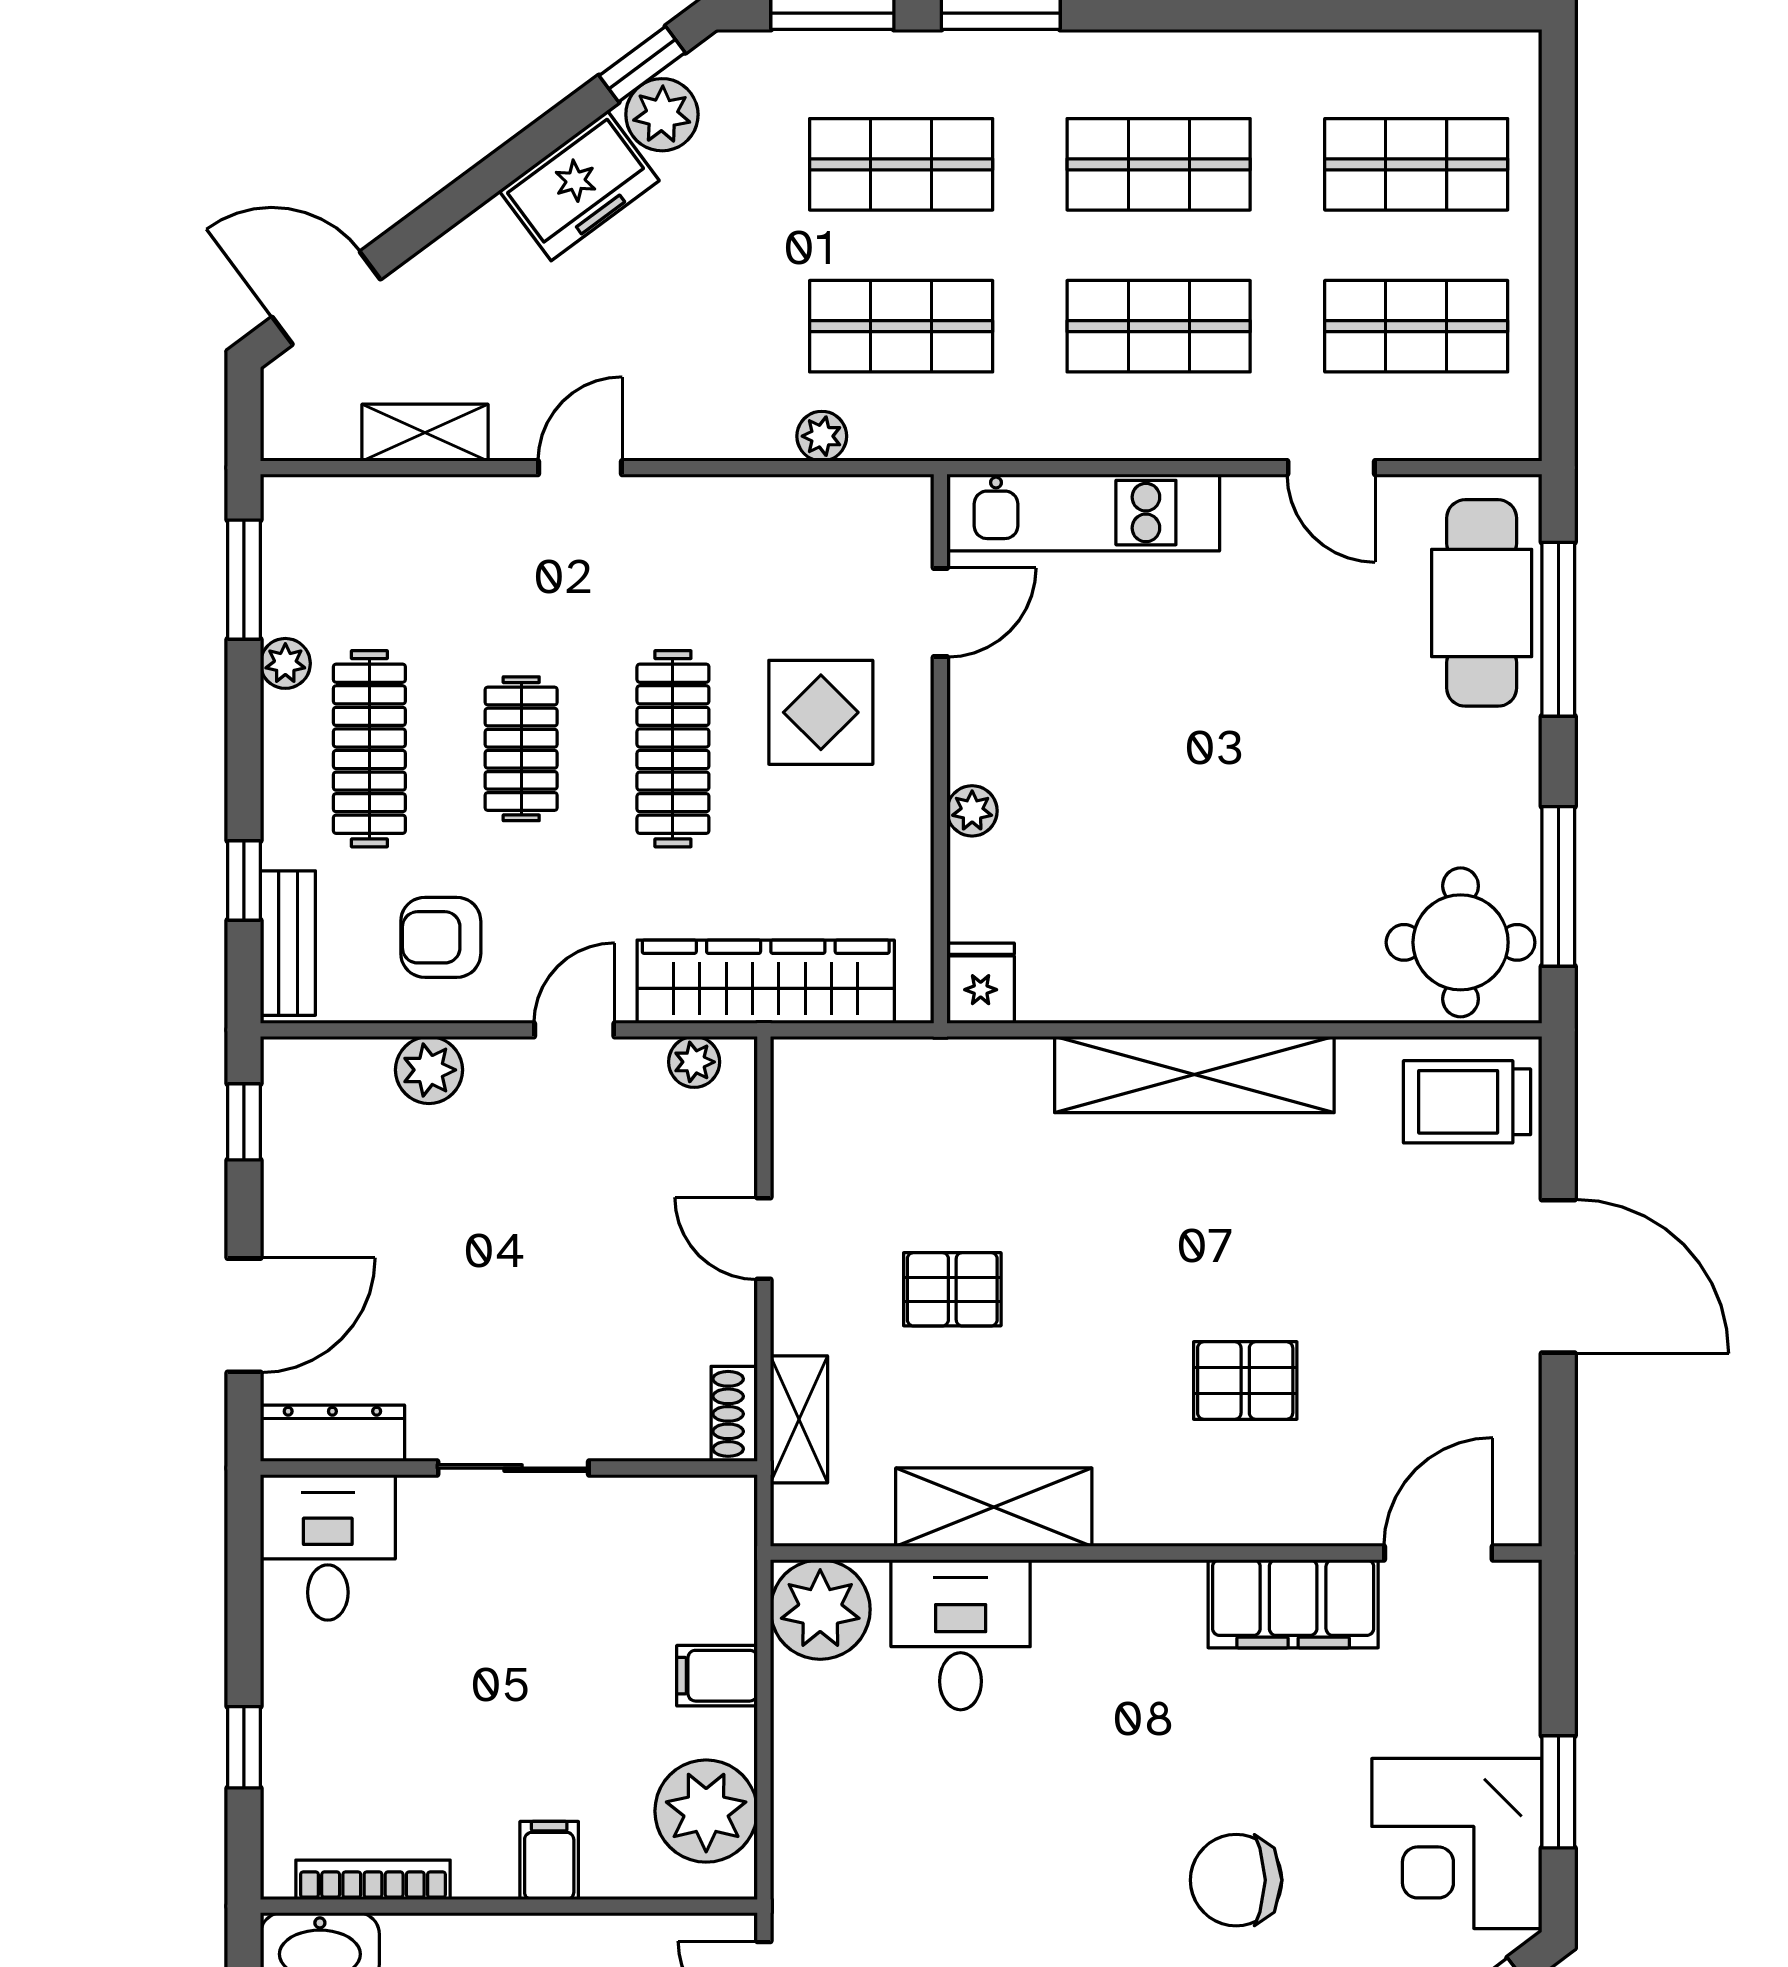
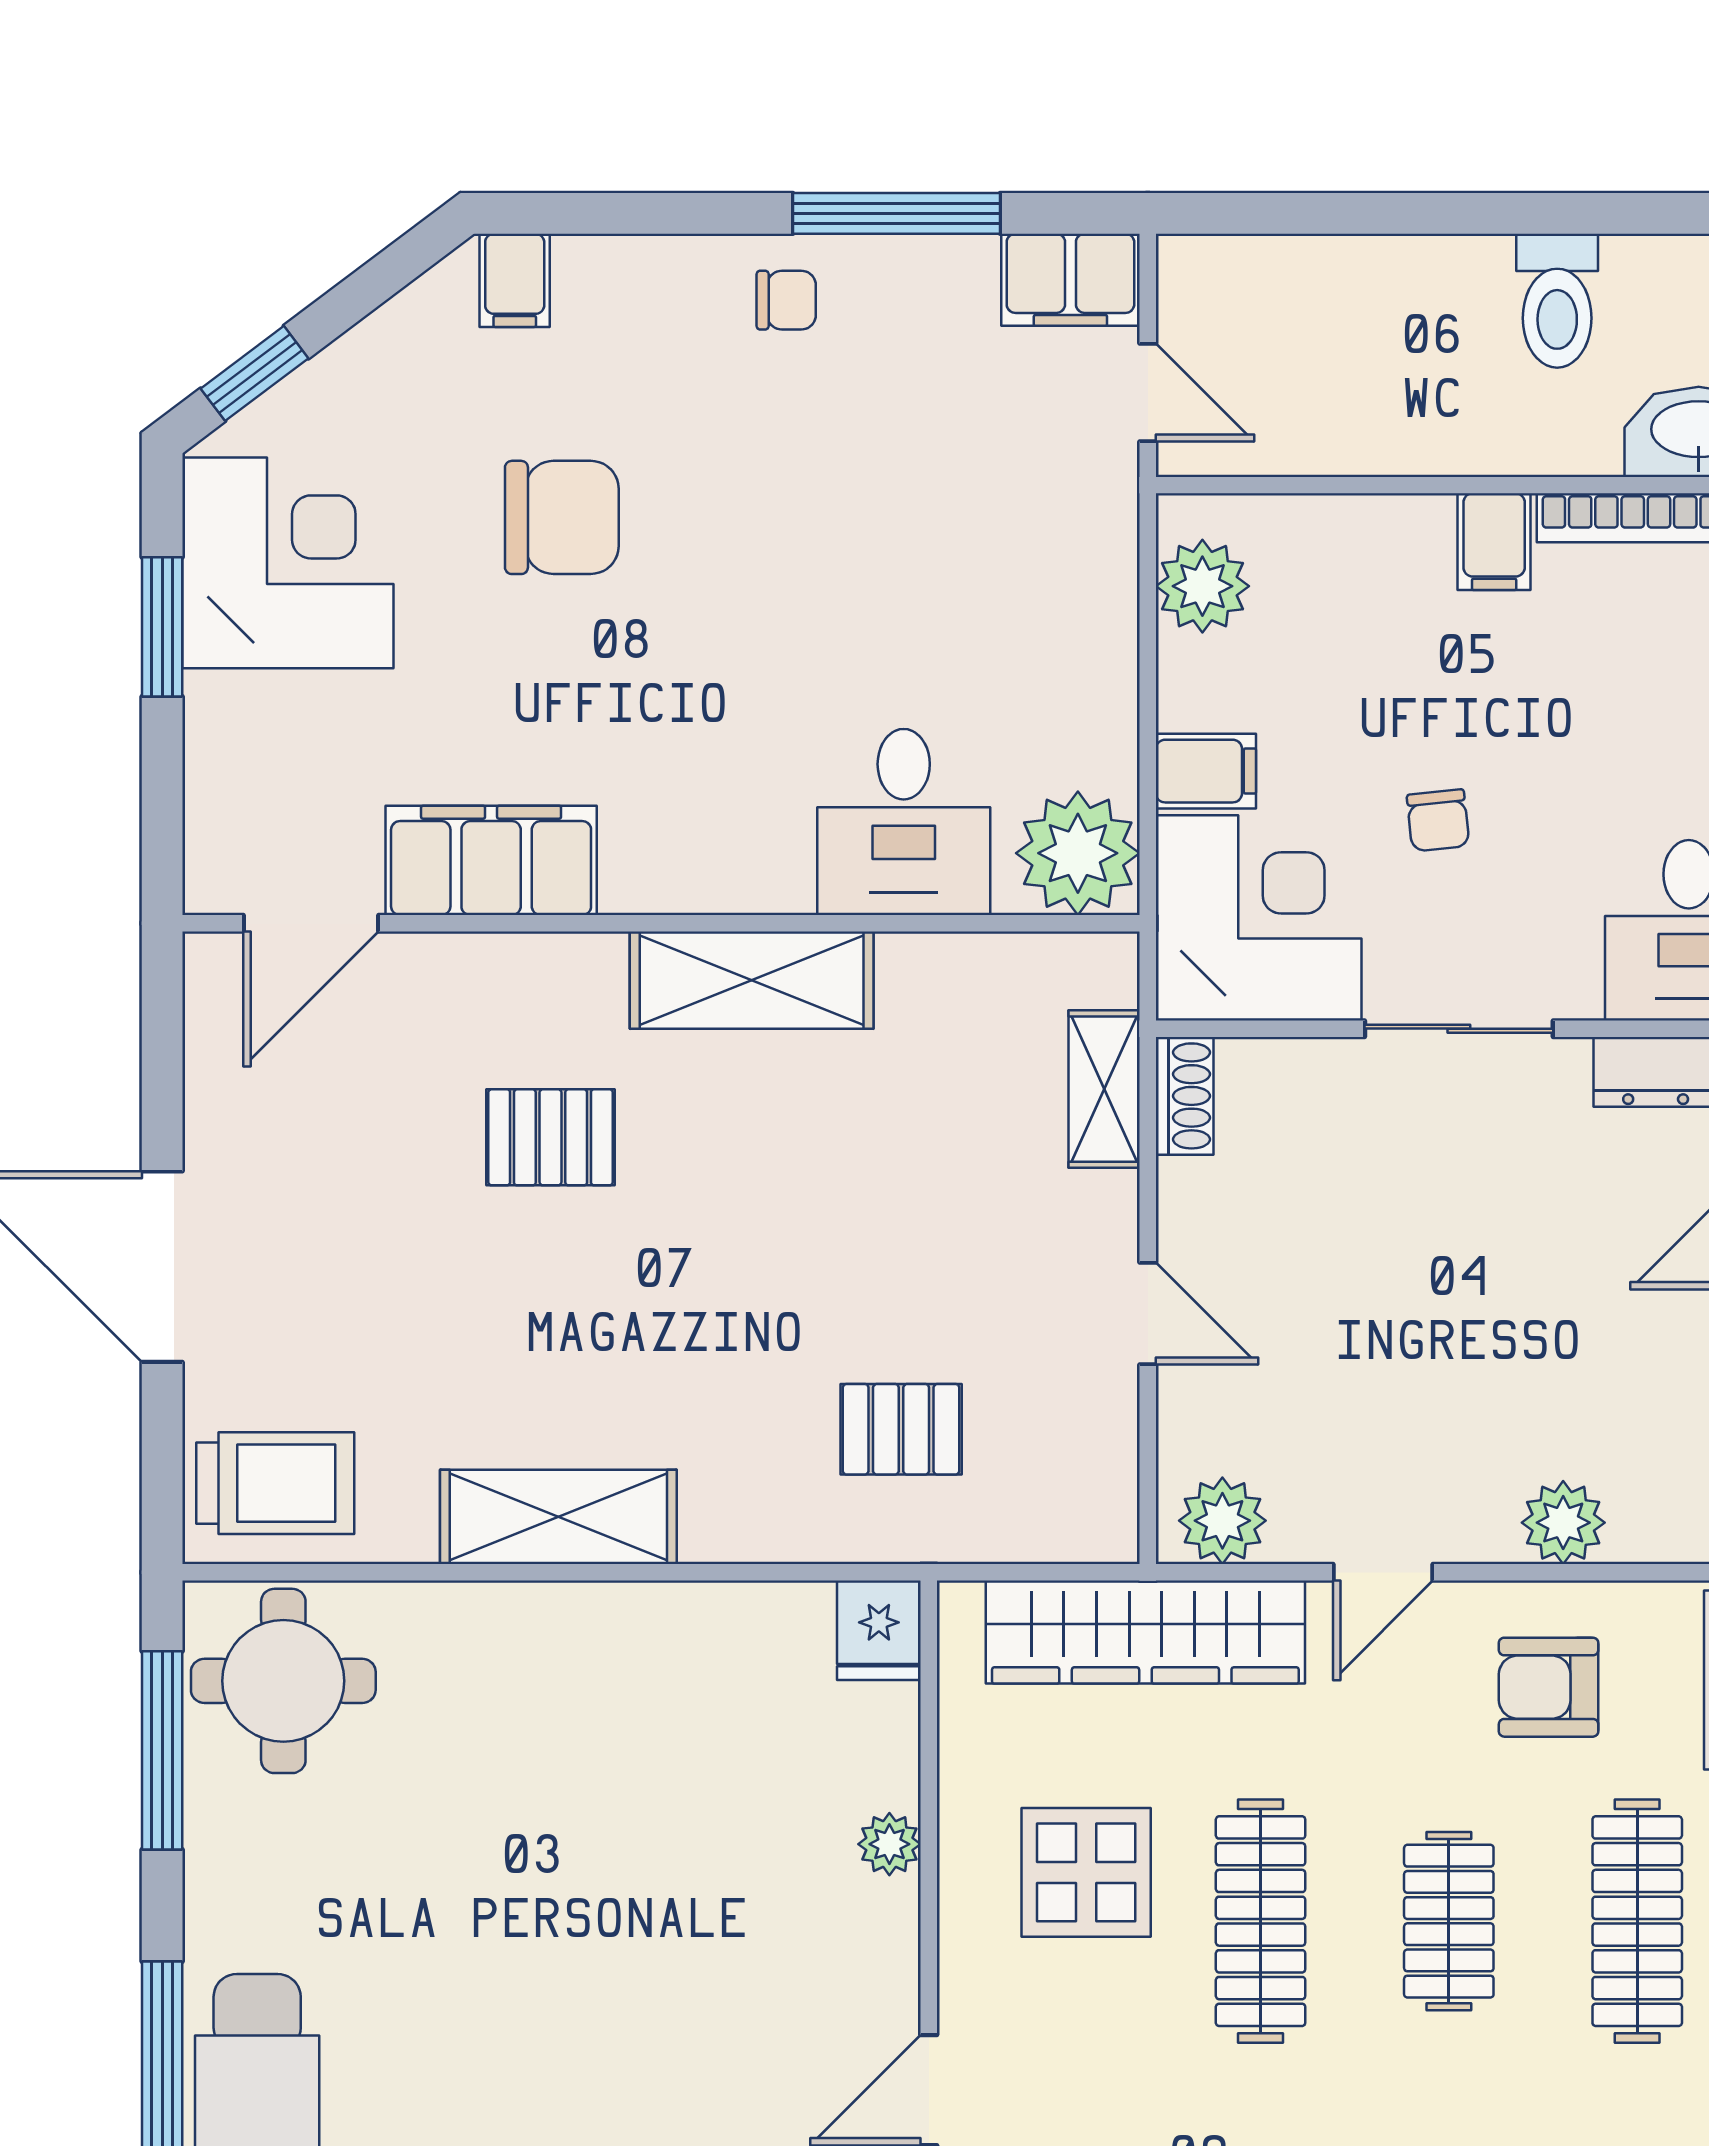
display table: (821, 712) -> (1086, 1872), moved
armchair: (441, 937) -> (1549, 1687), turned 180
plant: (694, 1062) -> (1222, 1521), width x1.38, depth x1.38
shelving: (1194, 1075) -> (558, 1517), width x0.68
pallet: (952, 1289) -> (901, 1429), moved
shelving: (994, 1507) -> (752, 980), moved
corner desk: (674, 1557) -> (1259, 918), added
chair: (530, 1636) -> (1438, 820), added
plant: (706, 1811) -> (1202, 586), width x0.73, depth x0.73
filing cabinet: (549, 1861) -> (1494, 542), moved

